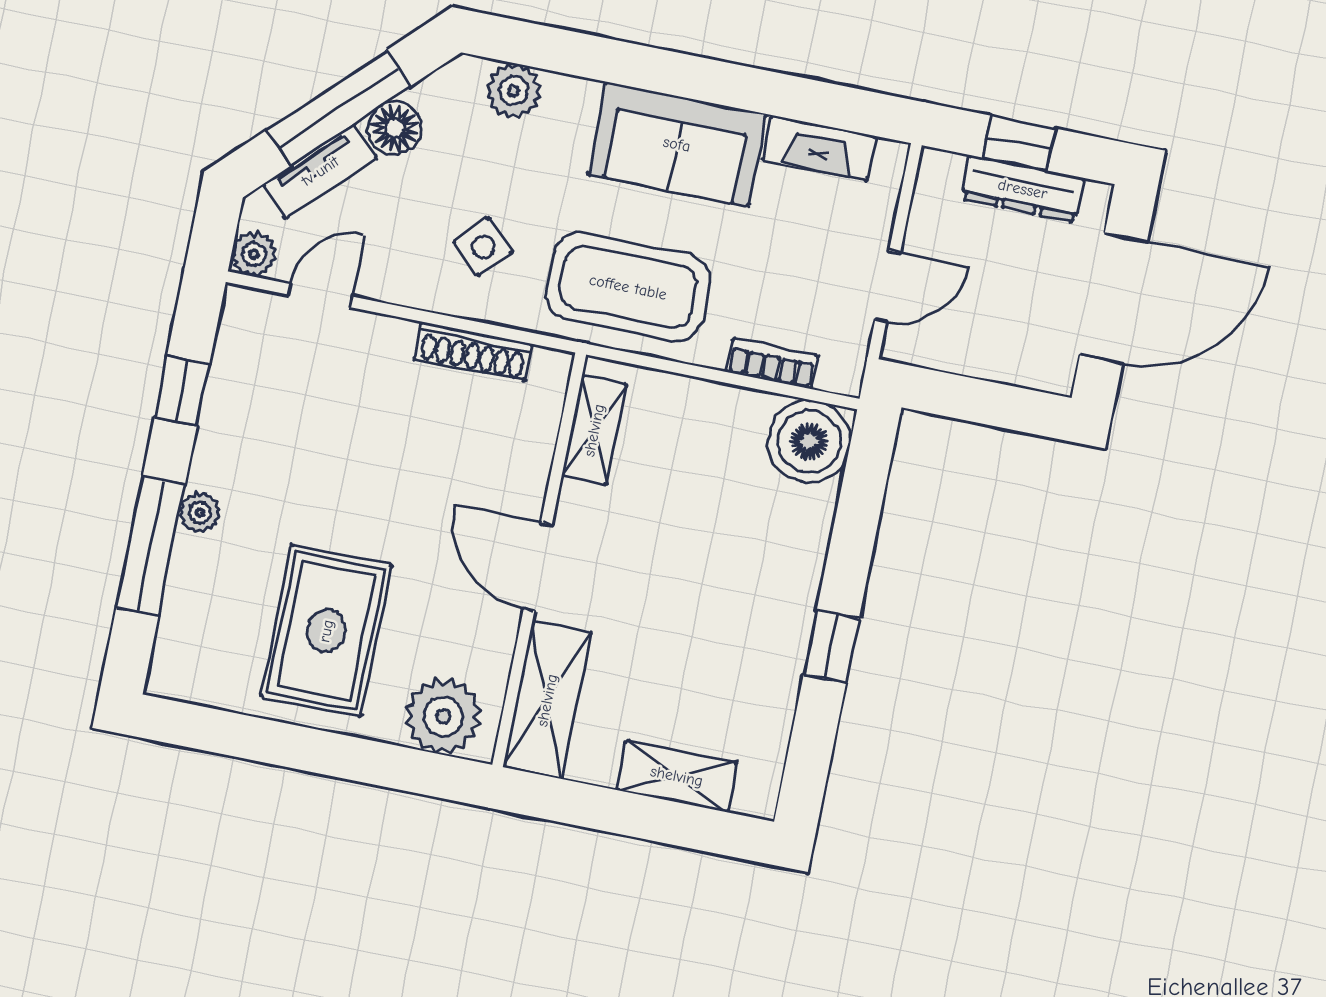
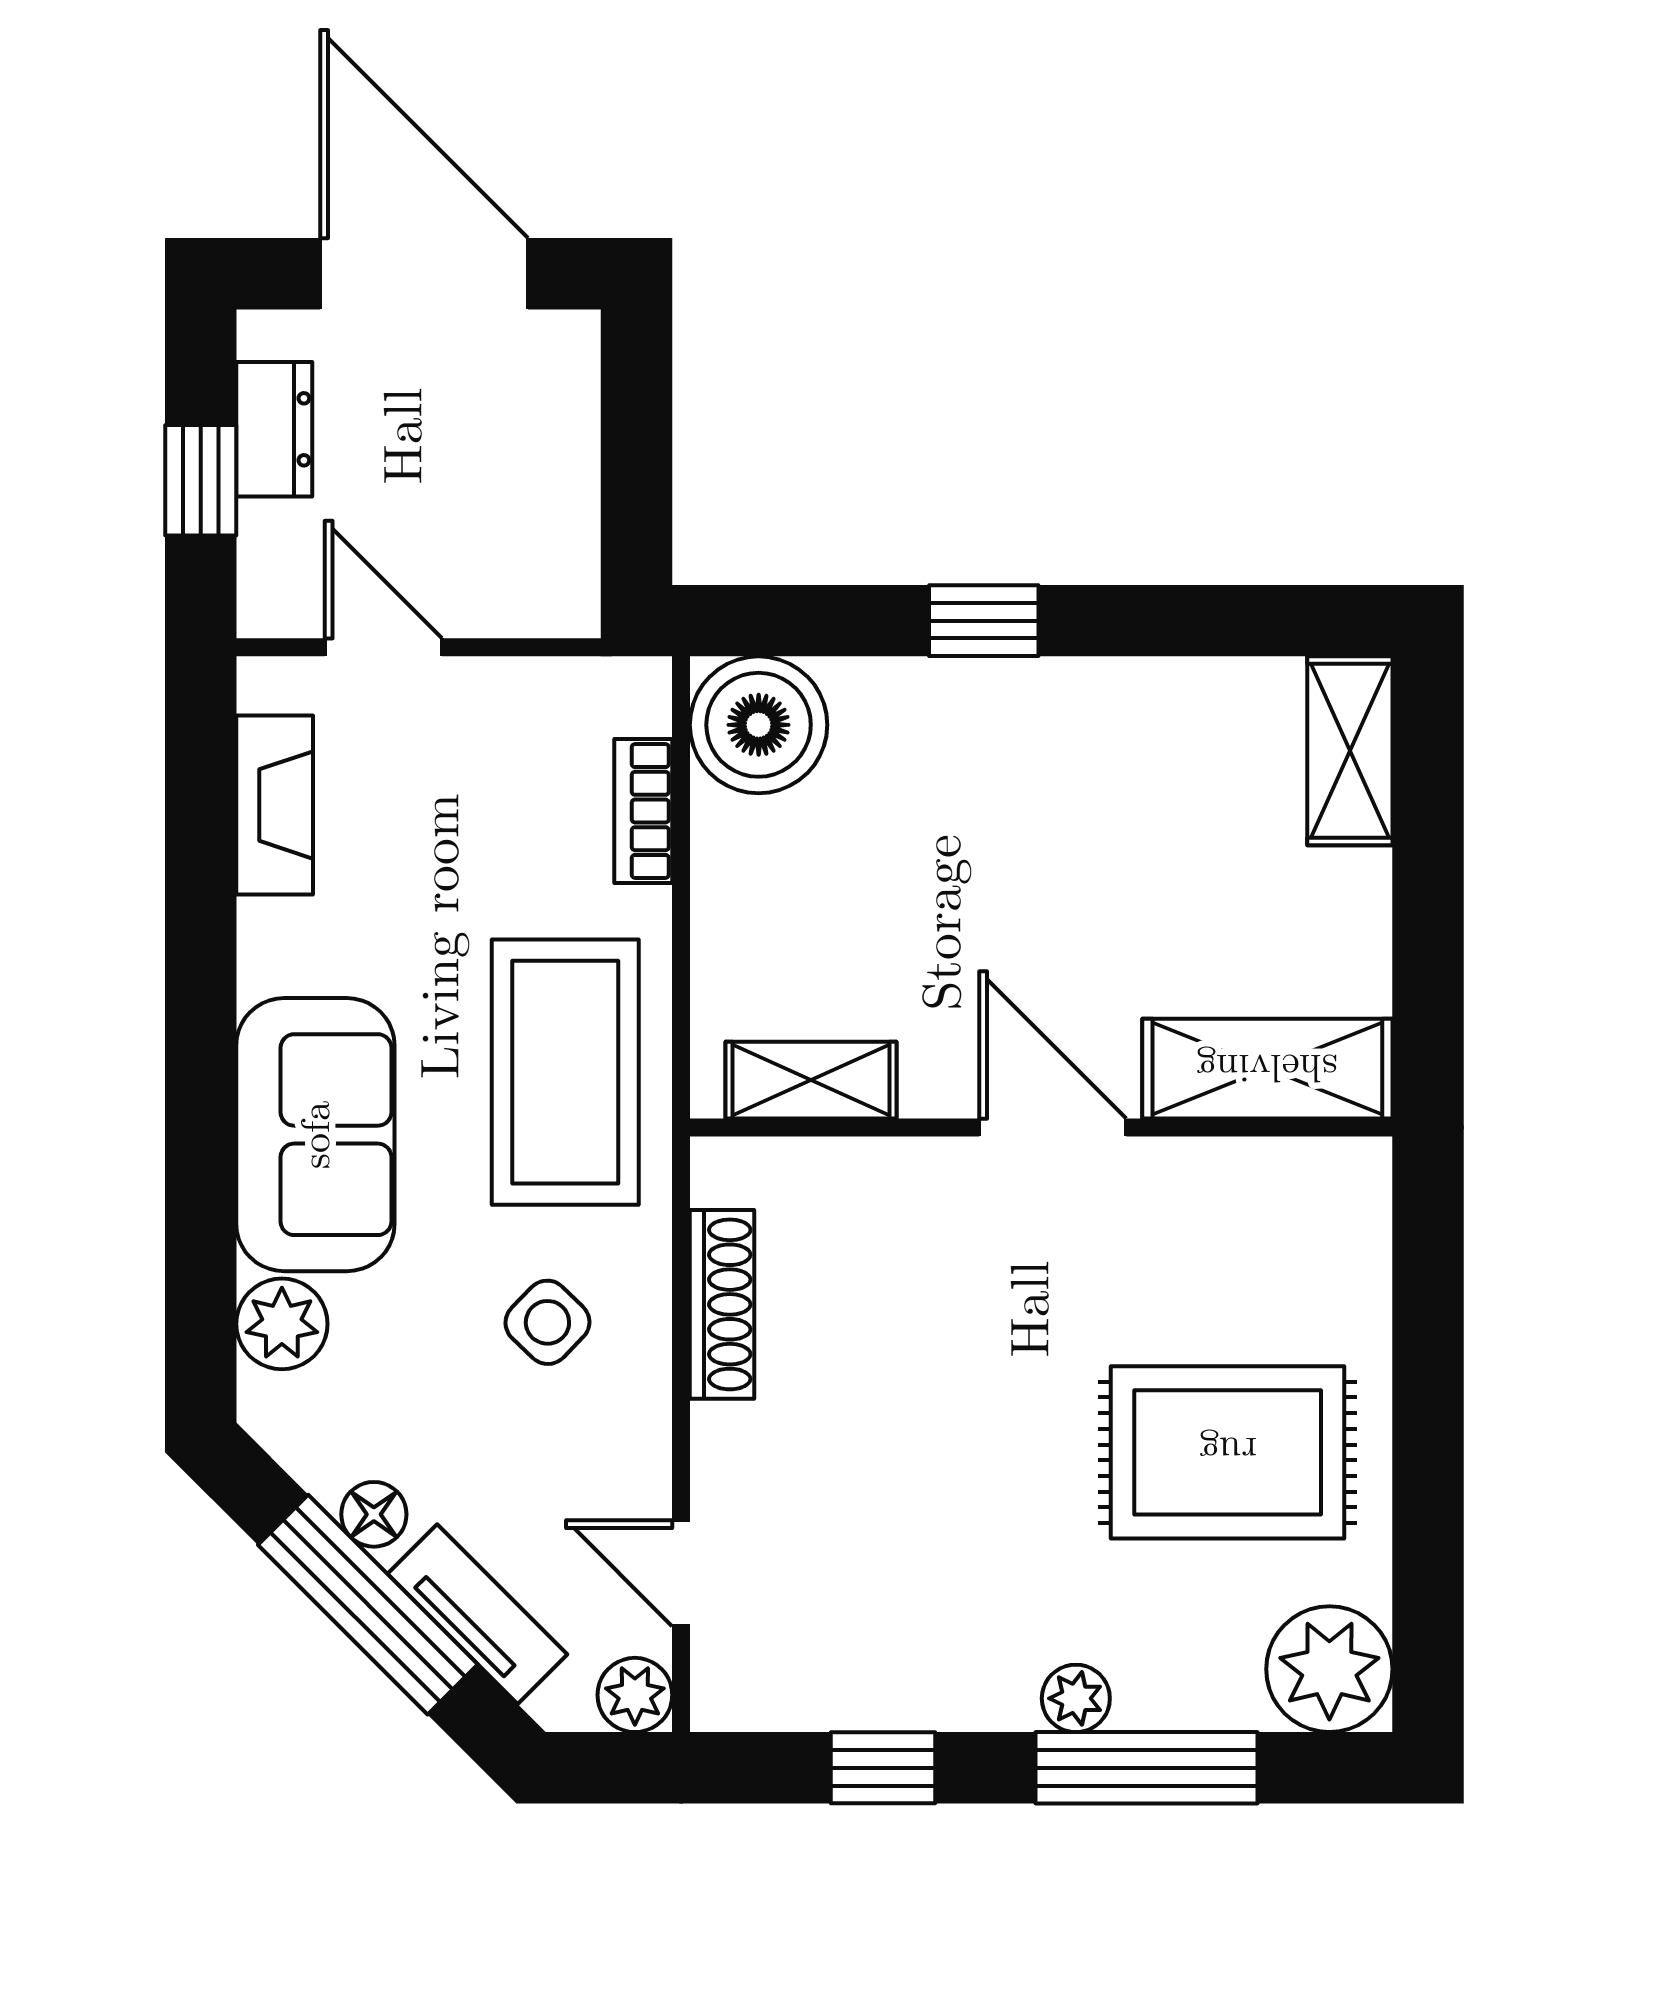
floor lamp: (395, 128) -> (374, 1514), width x0.73, depth x0.73
sofa: (677, 144) -> (315, 1135), moved
dresser: (1023, 189) -> (274, 429), width x0.70
door: (888, 286) -> (383, 647), moved
door: (538, 567) -> (1053, 1128), swing flipped
window: (831, 647) -> (984, 621), moved
plant: (443, 716) -> (1329, 1669), moved
shelving: (677, 776) -> (1350, 751), moved

